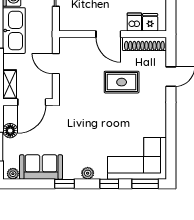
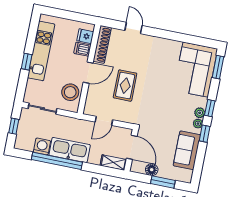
stool: (81, 18) -> (70, 92), added
rug: (122, 82) -> (125, 86), moved
plant: (13, 174) -> (198, 124), moved
window: (109, 184) -> (210, 108), moved

